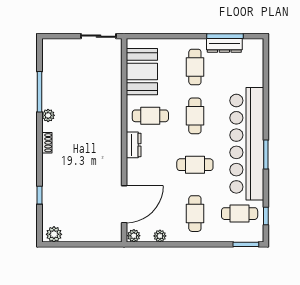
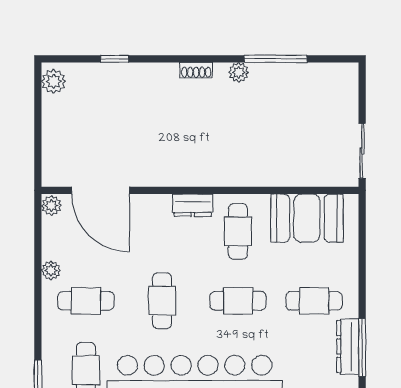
plant: (160, 236) -> (51, 270), moved

